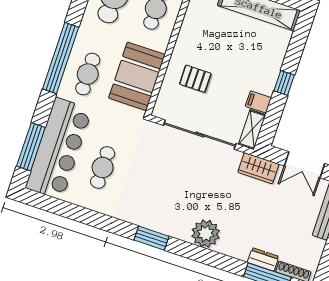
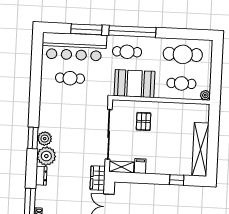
window: (284, 83) -> (177, 180), moved
window: (31, 147) -> (86, 29), moved
plant: (180, 229) -> (45, 139), added
window: (151, 238) -> (33, 138), moved
dresser: (263, 259) -> (41, 176), moved

